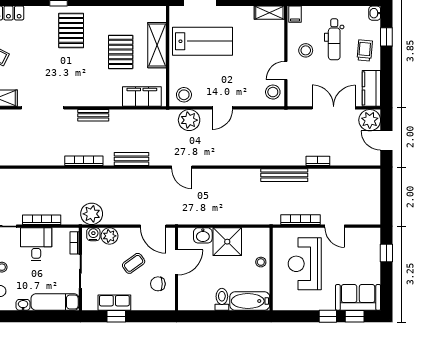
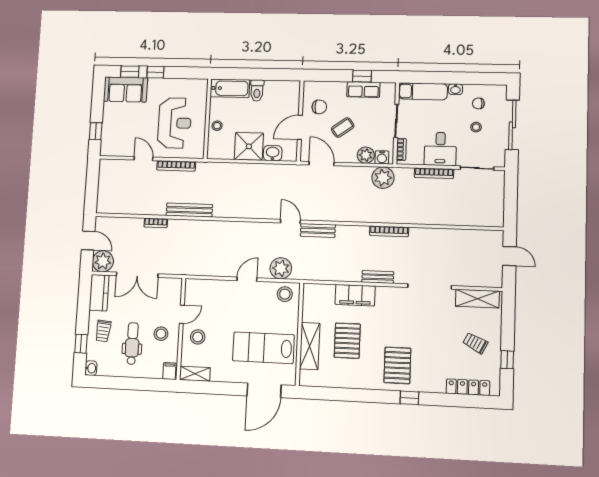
stool: (273, 92) -> (198, 337), moved
filing cabinet: (142, 96) -> (355, 295), moved
bench: (131, 159) -> (318, 230), moved

